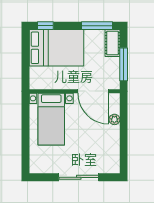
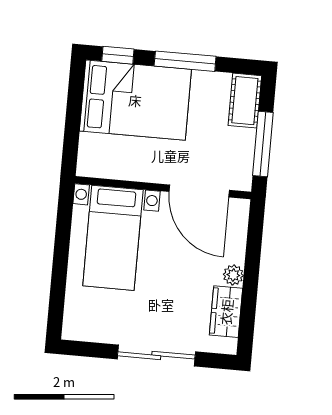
window: (97, 26) -> (185, 61), moved
plant: (114, 119) -> (233, 275), moved
wardrobe: (112, 152) -> (226, 312), added

